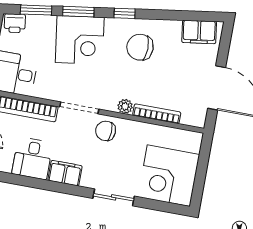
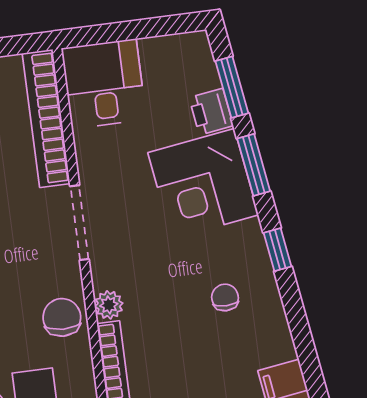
printer: (15, 23) -> (211, 112), moved
chair: (140, 47) -> (225, 297), width x0.54, depth x0.54
chair: (106, 131) -> (62, 317), moved

